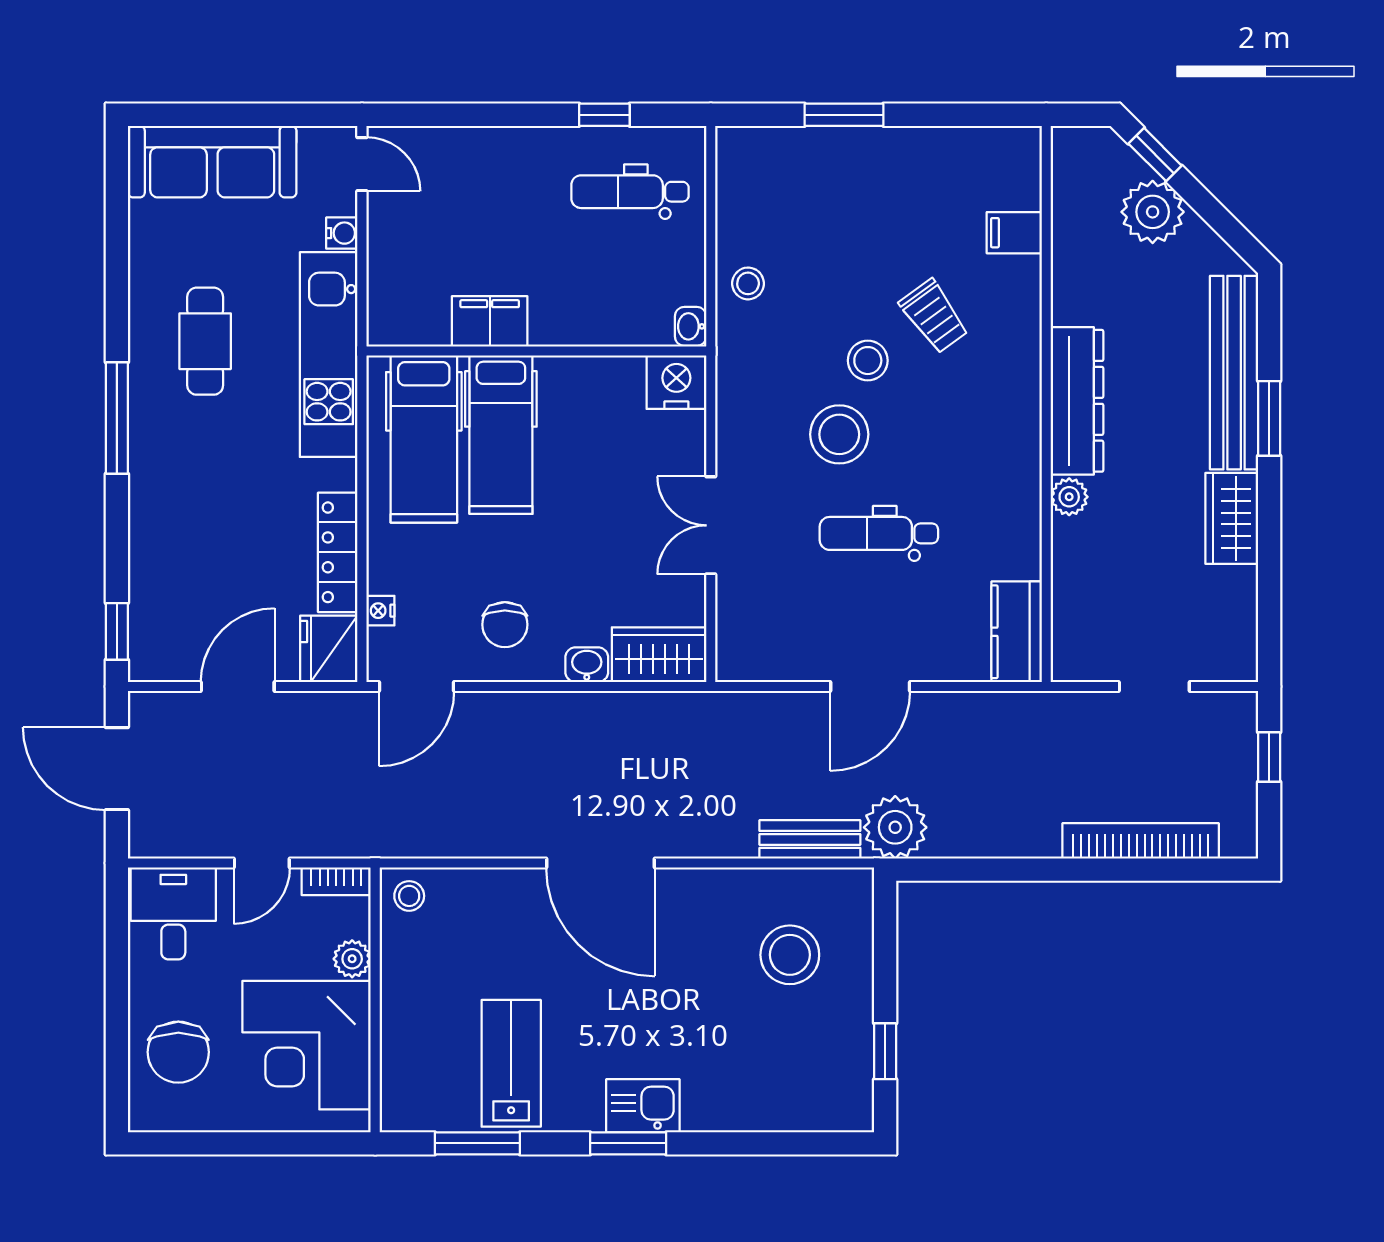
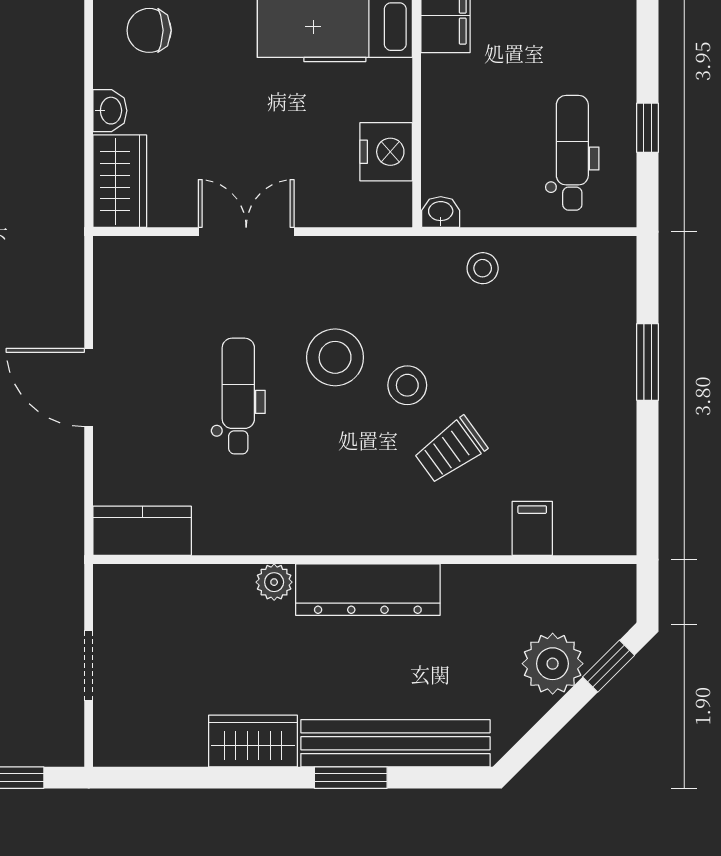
nightstand: (676, 382) -> (386, 152), moved

